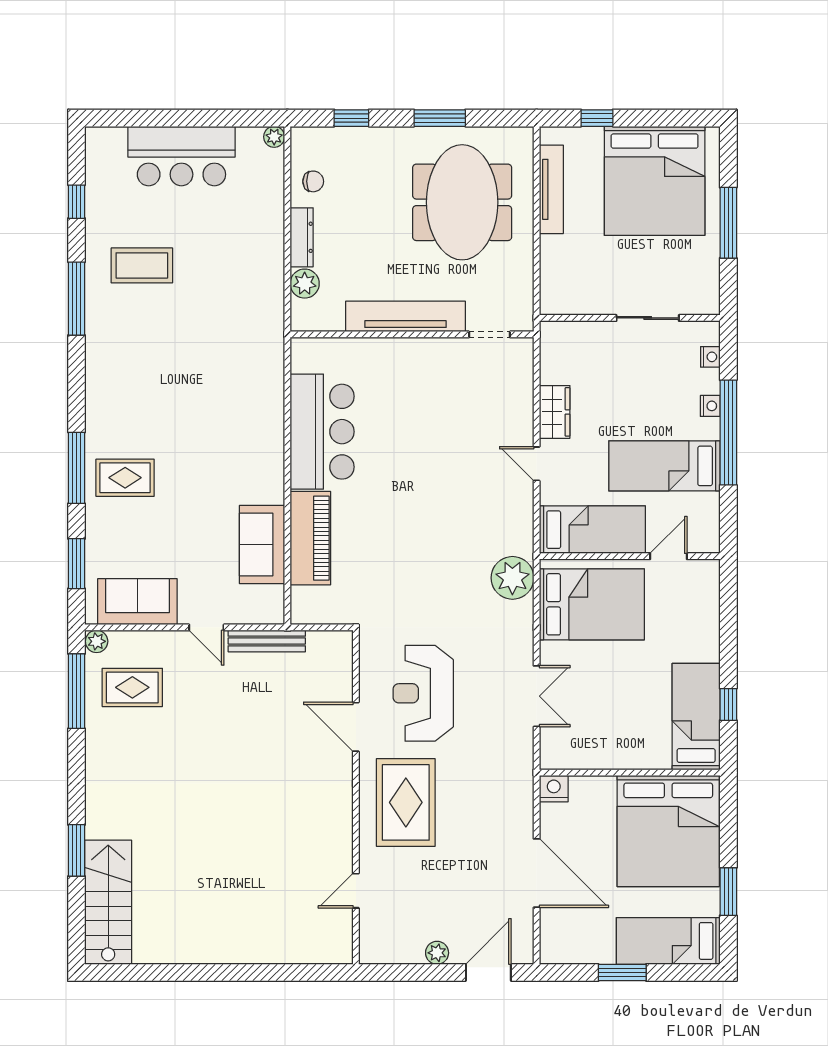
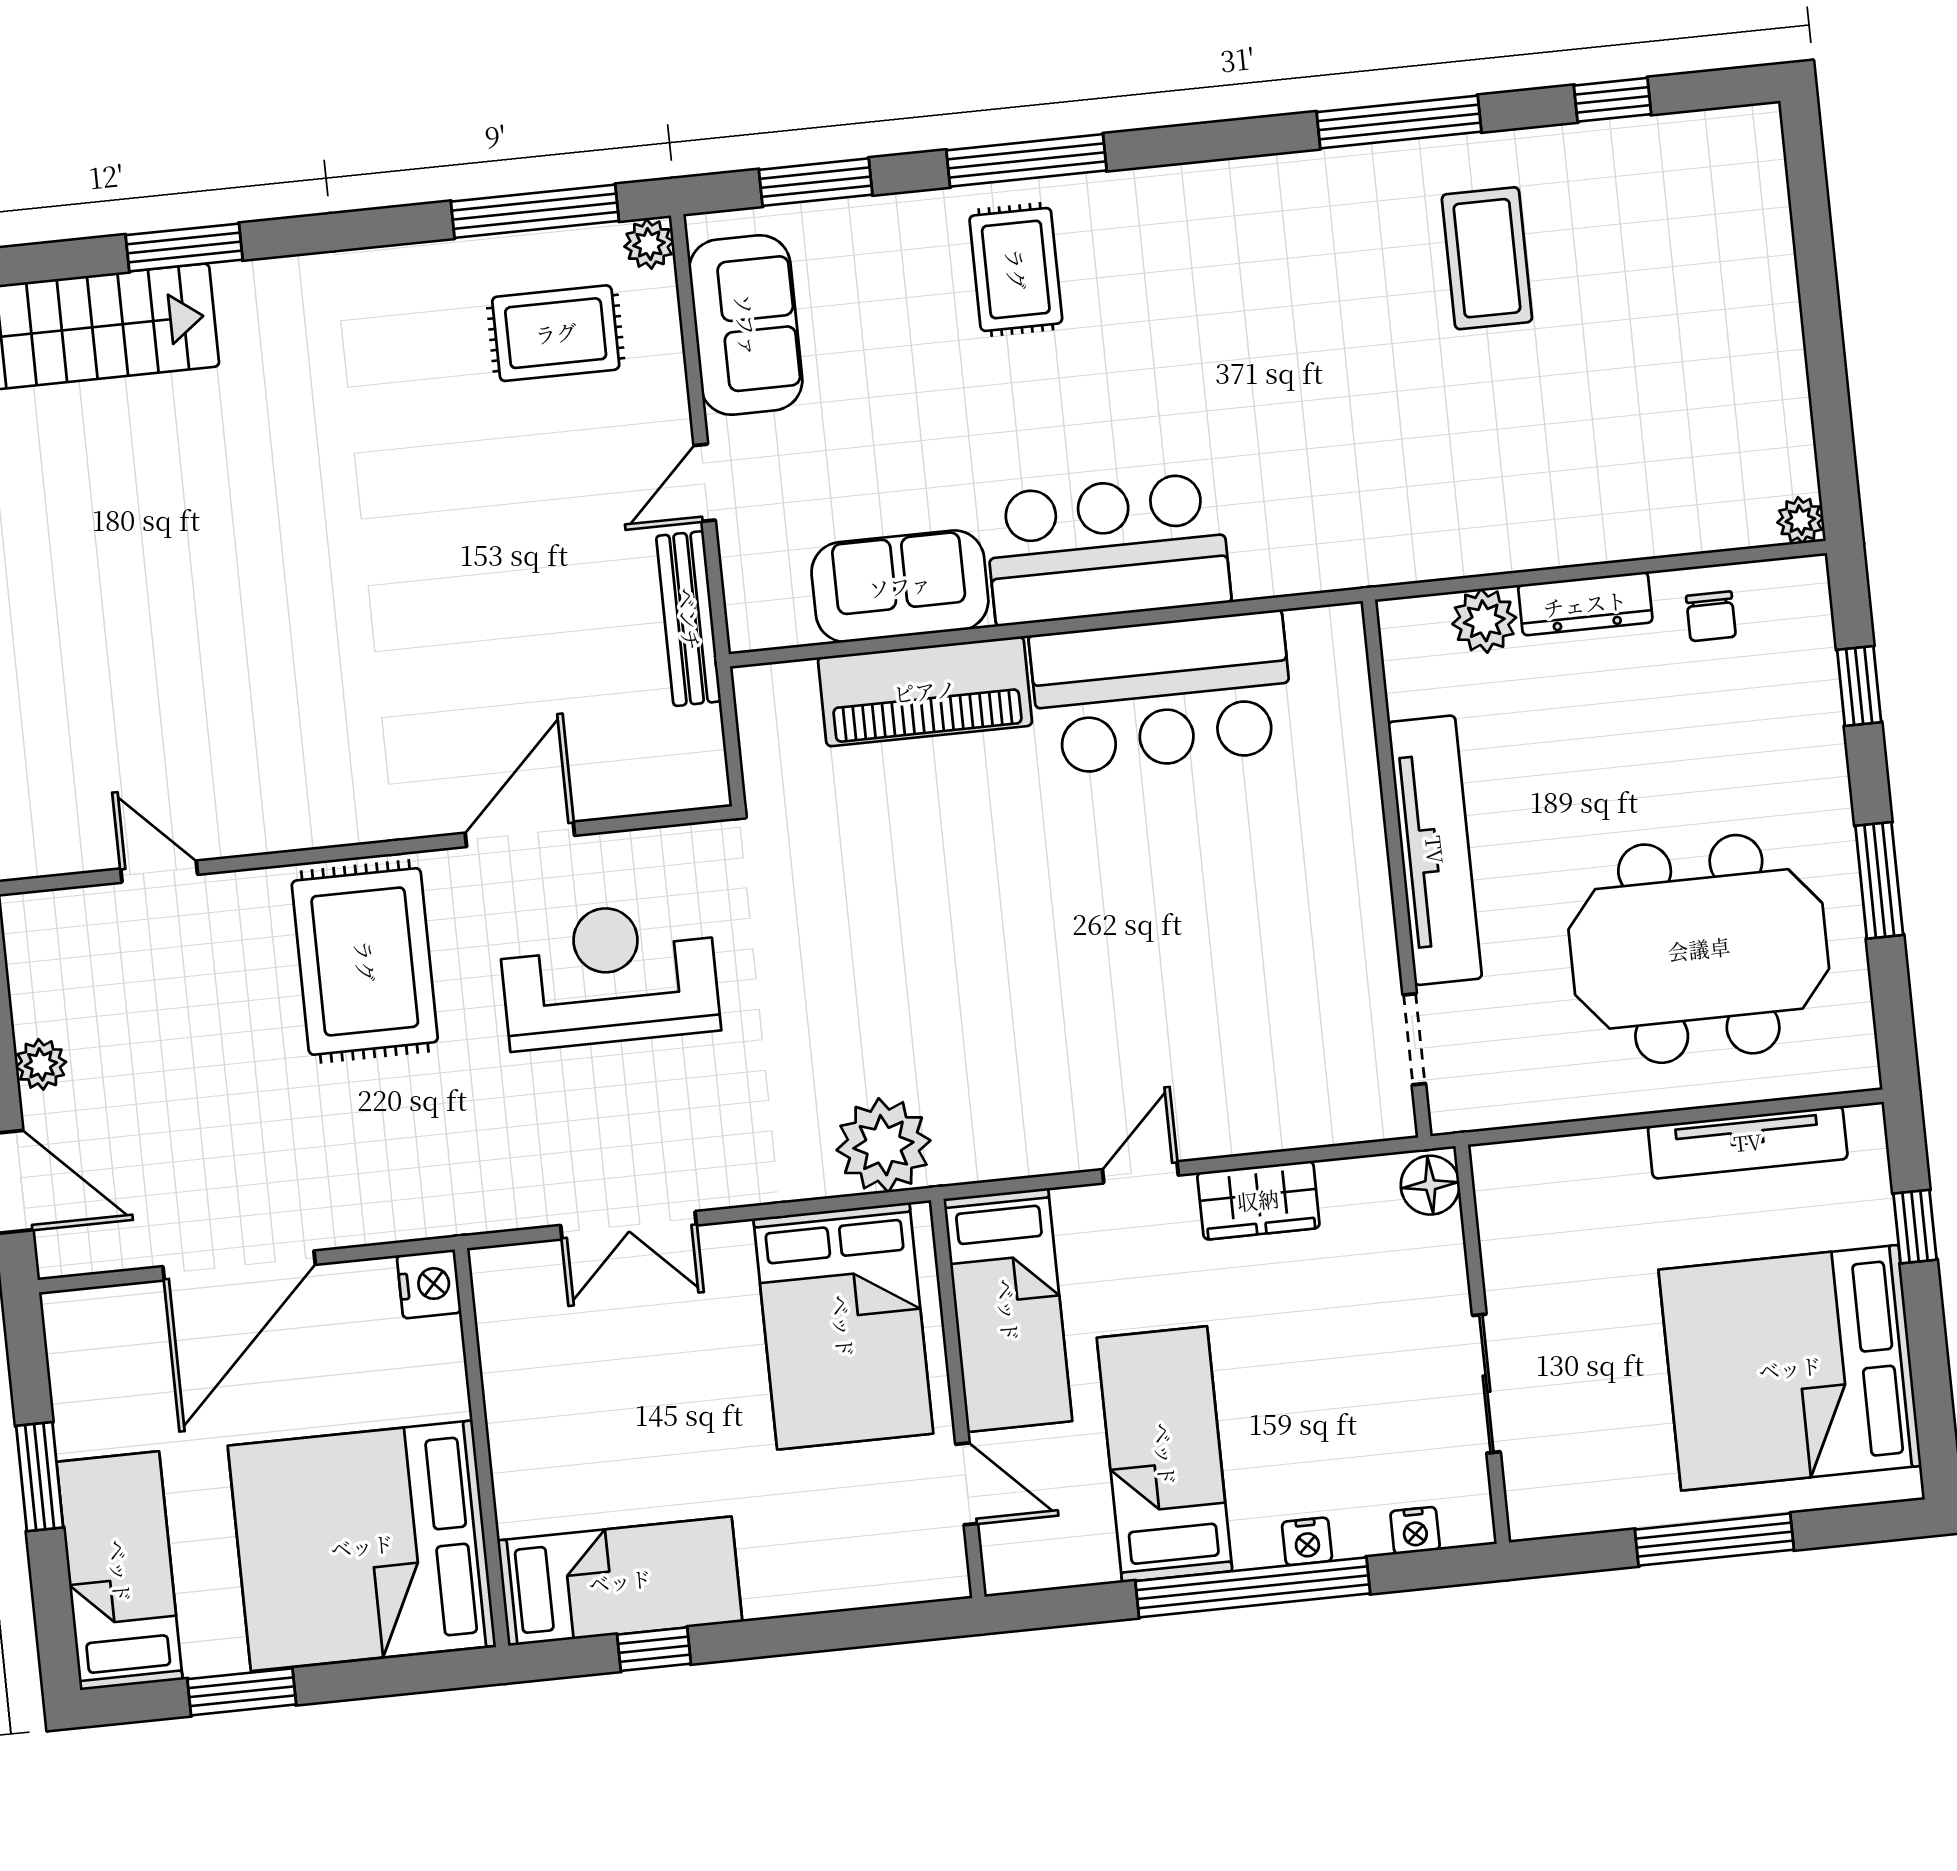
bar counter: (181, 156) -> (1107, 549), moved, turned 90
floor lamp: (556, 334) -> (1430, 1185), added
rug: (132, 687) -> (556, 333), turned 90
rug: (406, 802) -> (365, 961), turned 90

